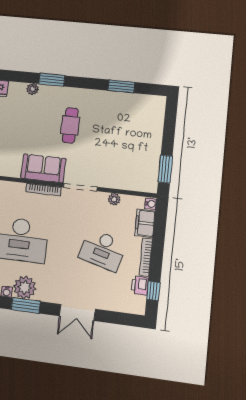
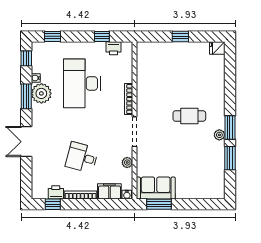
window: (52, 80) -> (230, 128), moved
plant: (33, 89) -> (219, 135), moved
sofa: (43, 168) -> (156, 188), moved, turned -90
desk: (103, 250) -> (82, 157), width x0.73

